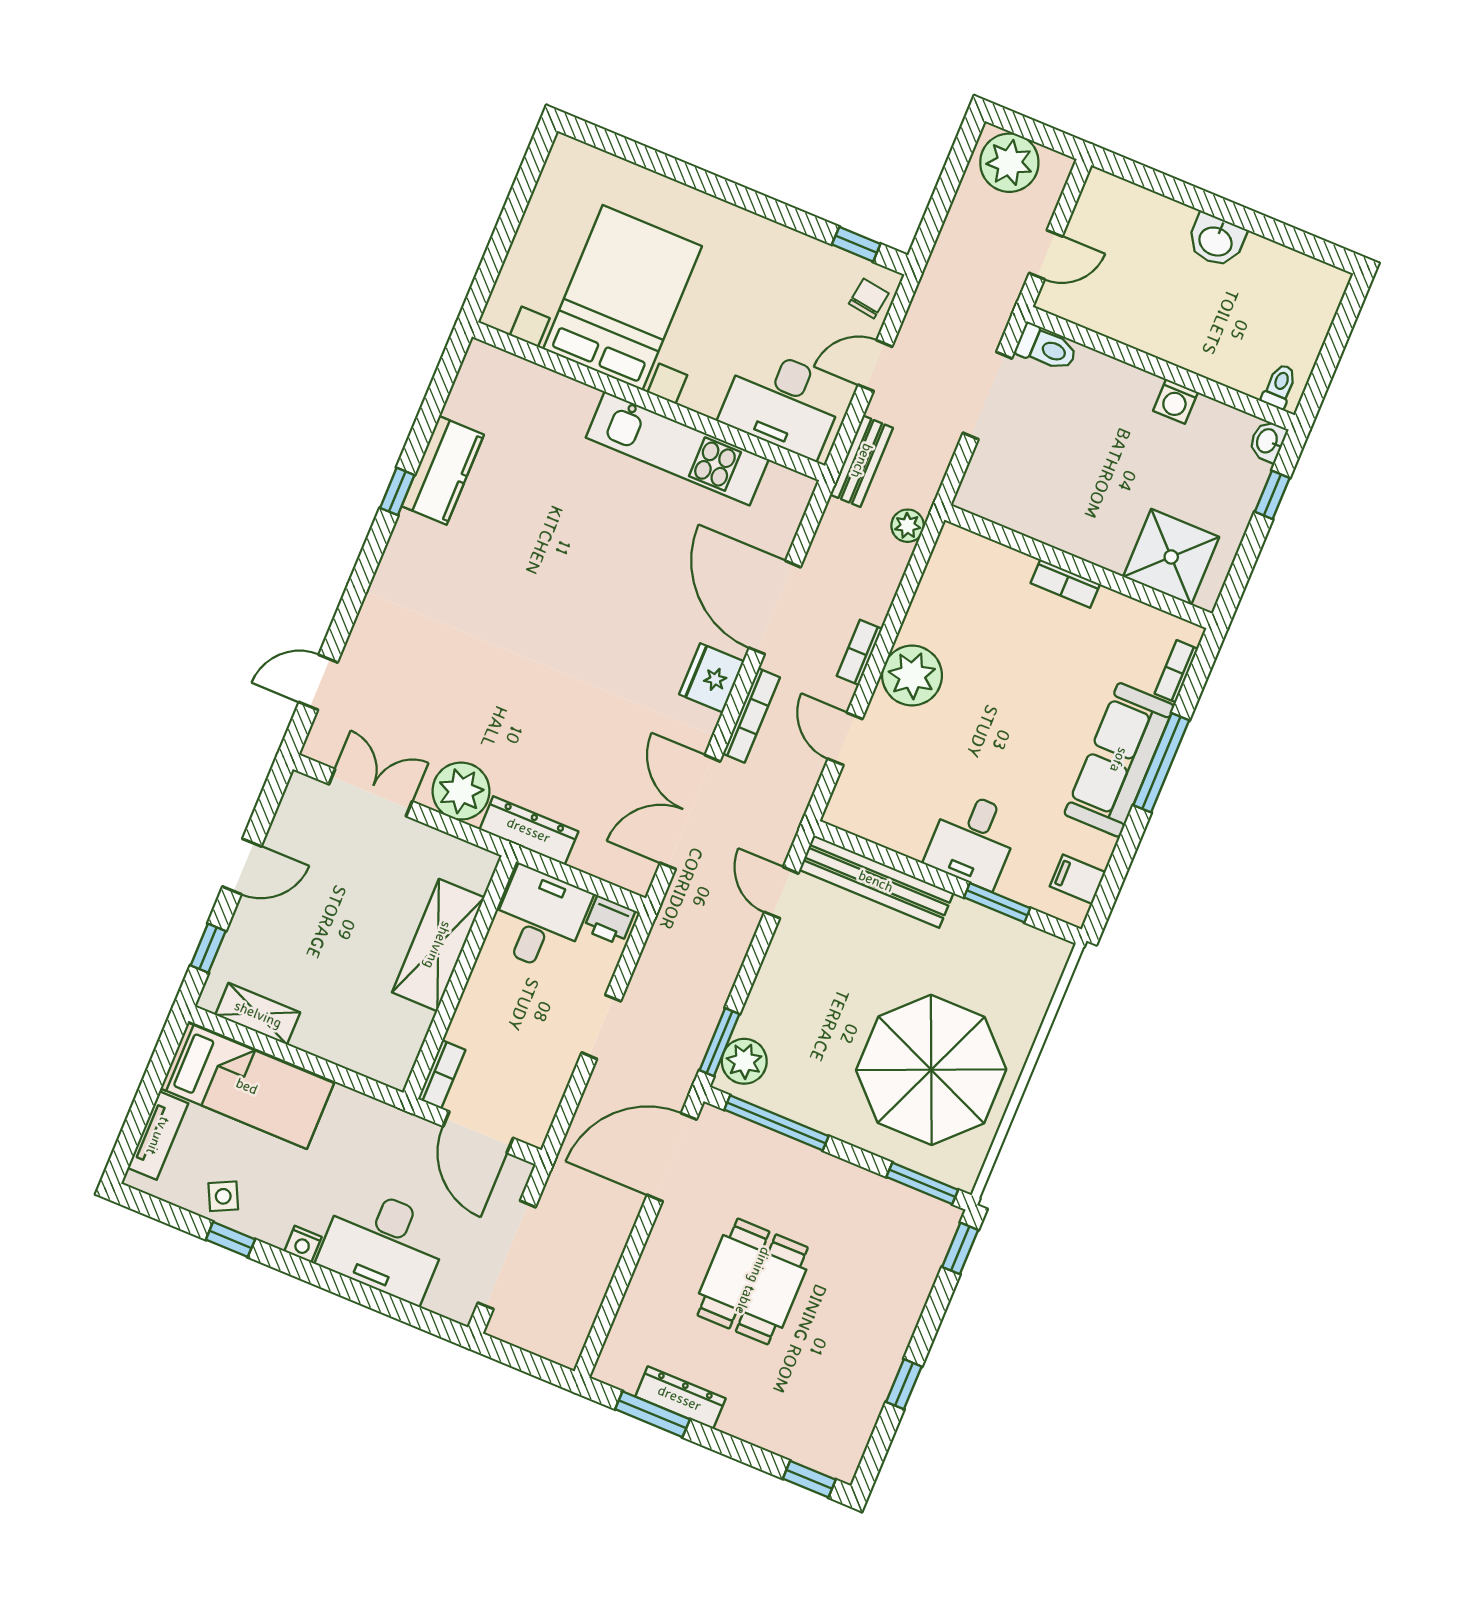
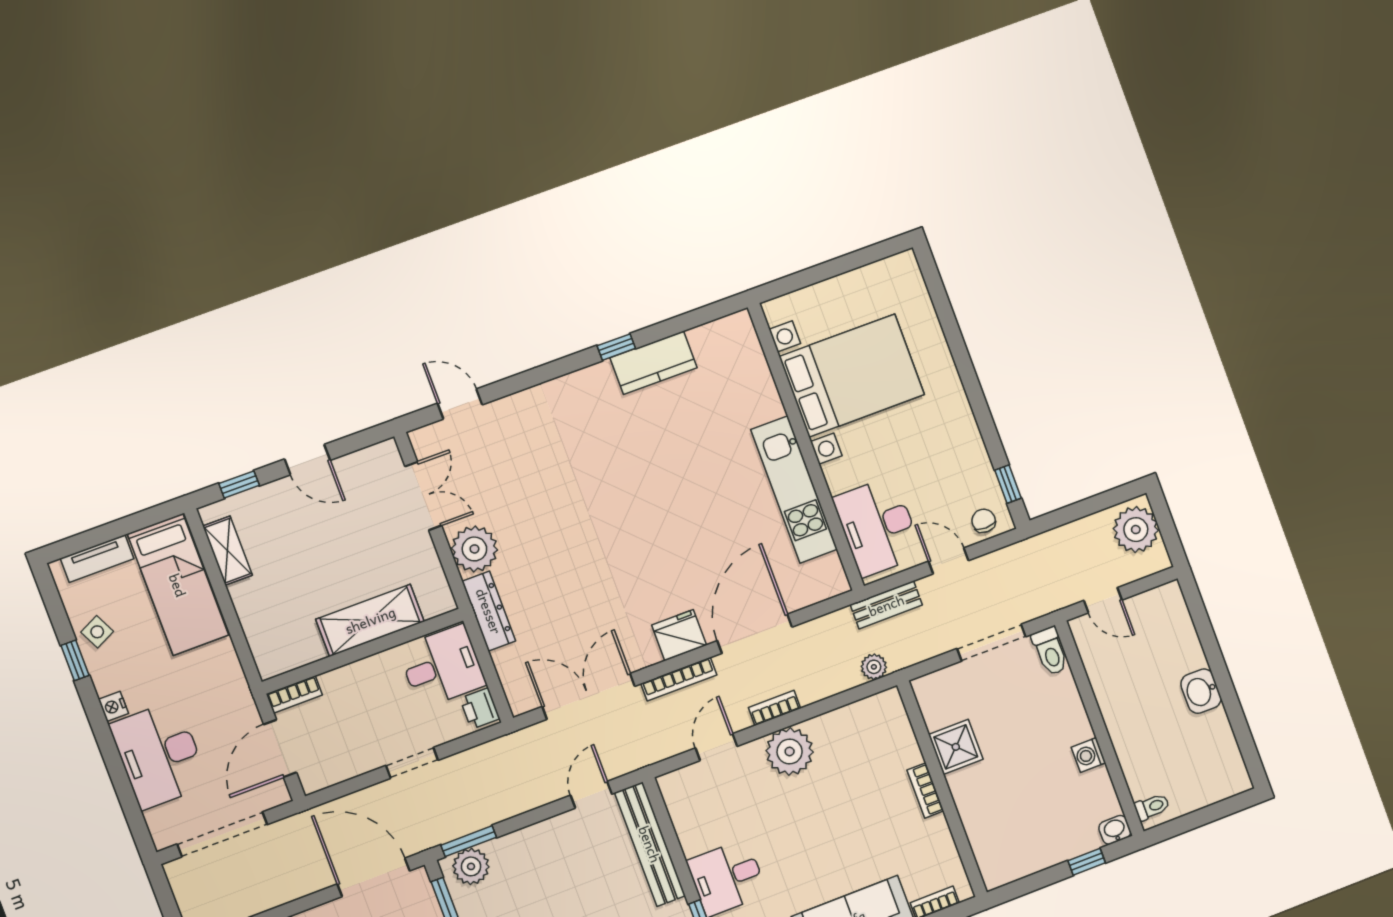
chair: (869, 299) -> (984, 521), turned -98
shower: (1171, 557) -> (956, 747), moved, width x0.73, depth x0.73

